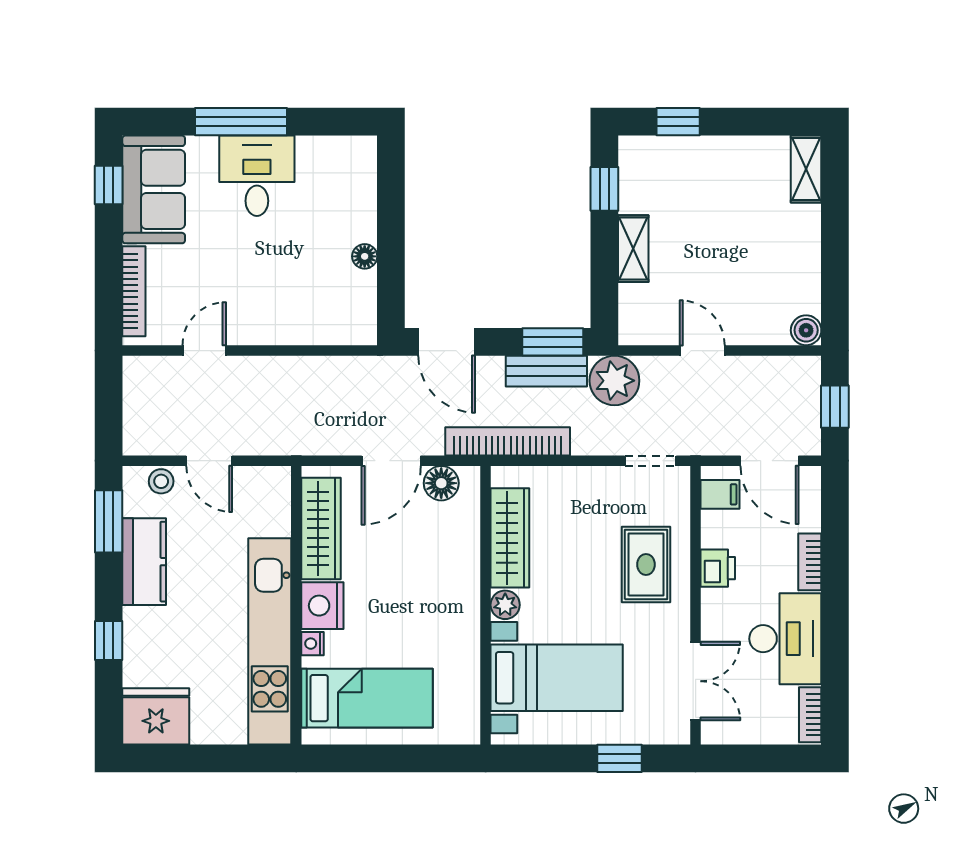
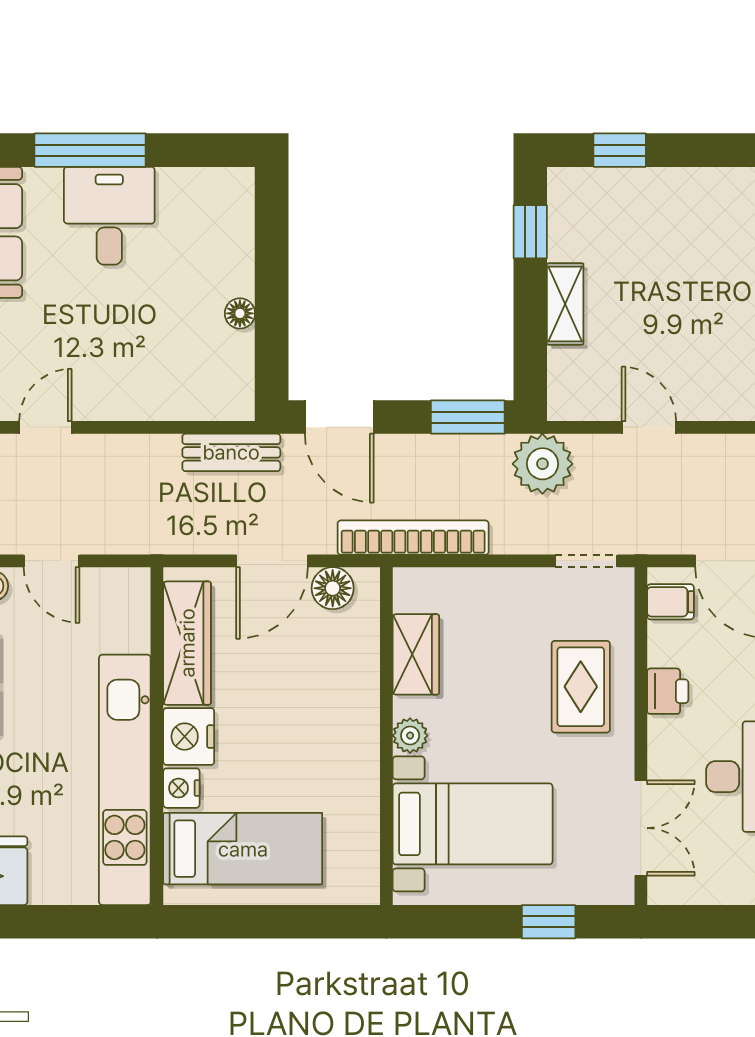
bench: (546, 371) -> (231, 452), moved
wardrobe: (510, 538) -> (416, 654), width x0.67
nightstand: (312, 644) -> (181, 788), width x1.39, depth x1.35

